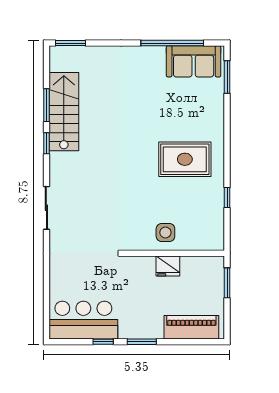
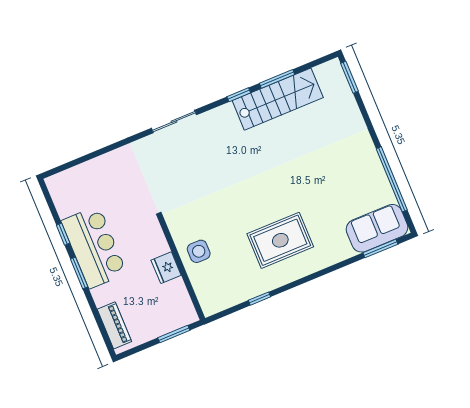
sofa: (194, 61) -> (377, 228), moved, turned 90
rug: (185, 159) -> (280, 240), turned 90
bar counter: (83, 320) -> (94, 247), moved
piano: (191, 327) -> (114, 325), width x0.73, depth x0.75

